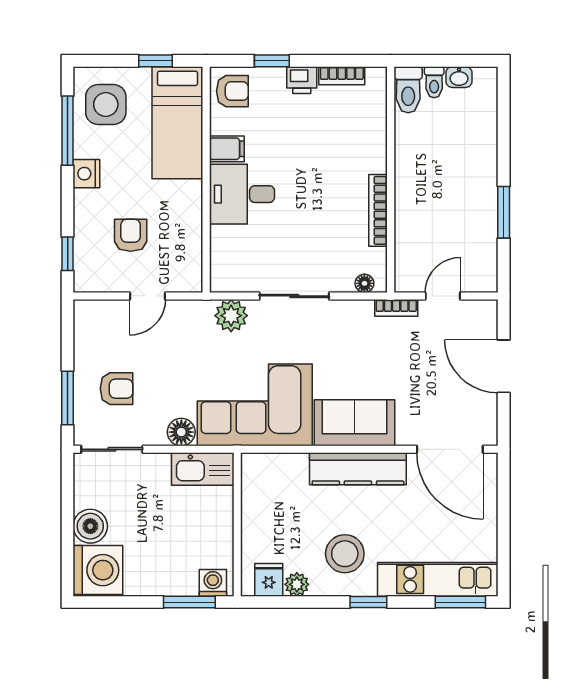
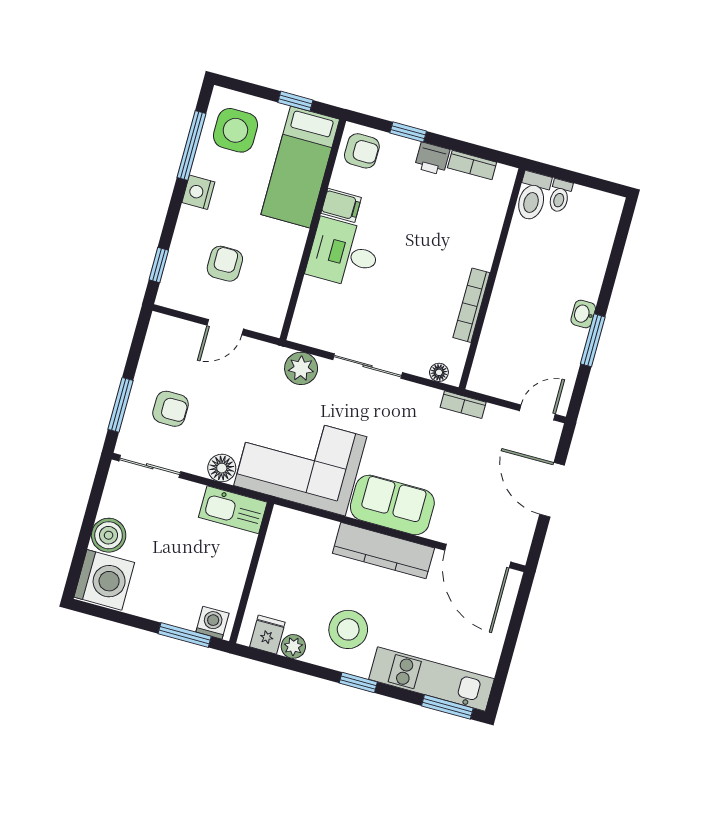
washbasin: (459, 77) -> (583, 314), moved, turned 90
door: (443, 296) -> (537, 412), moved

